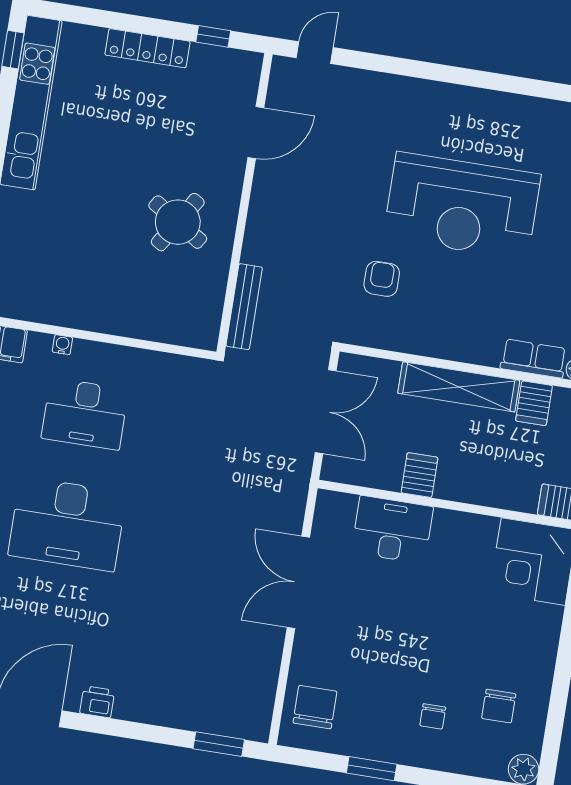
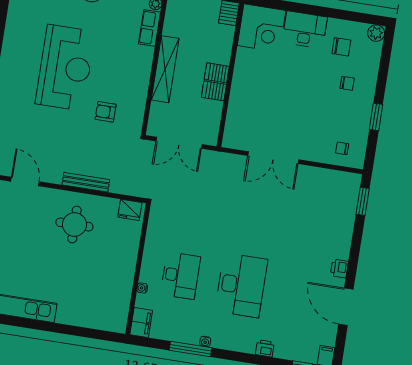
round table: (178, 222) -> (74, 225), turned -32
bench: (244, 307) -> (86, 182), moved
fridge: (204, 323) -> (130, 210), added
server rack: (534, 403) -> (217, 73), moved, turned 180
double door: (326, 412) -> (179, 143), swing flipped
desk: (392, 530) -> (305, 30), moved, turned 90
chair: (315, 707) -> (342, 148), width x0.54, depth x0.54

